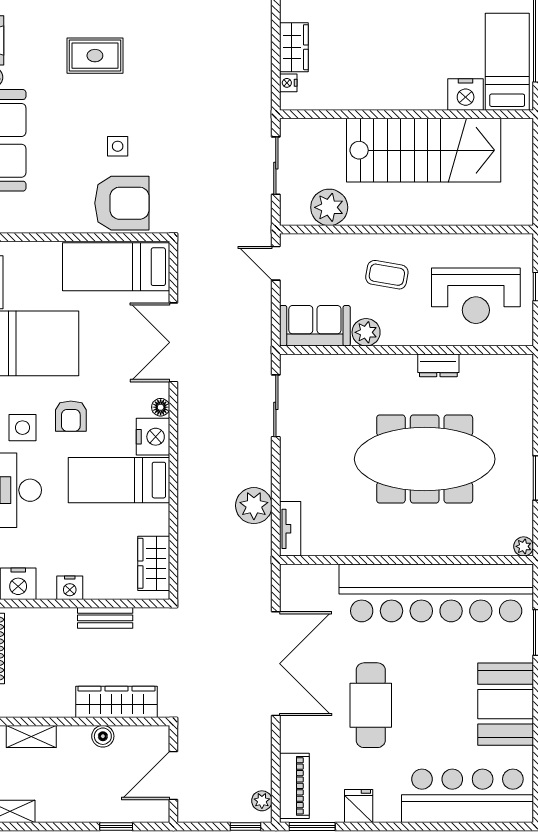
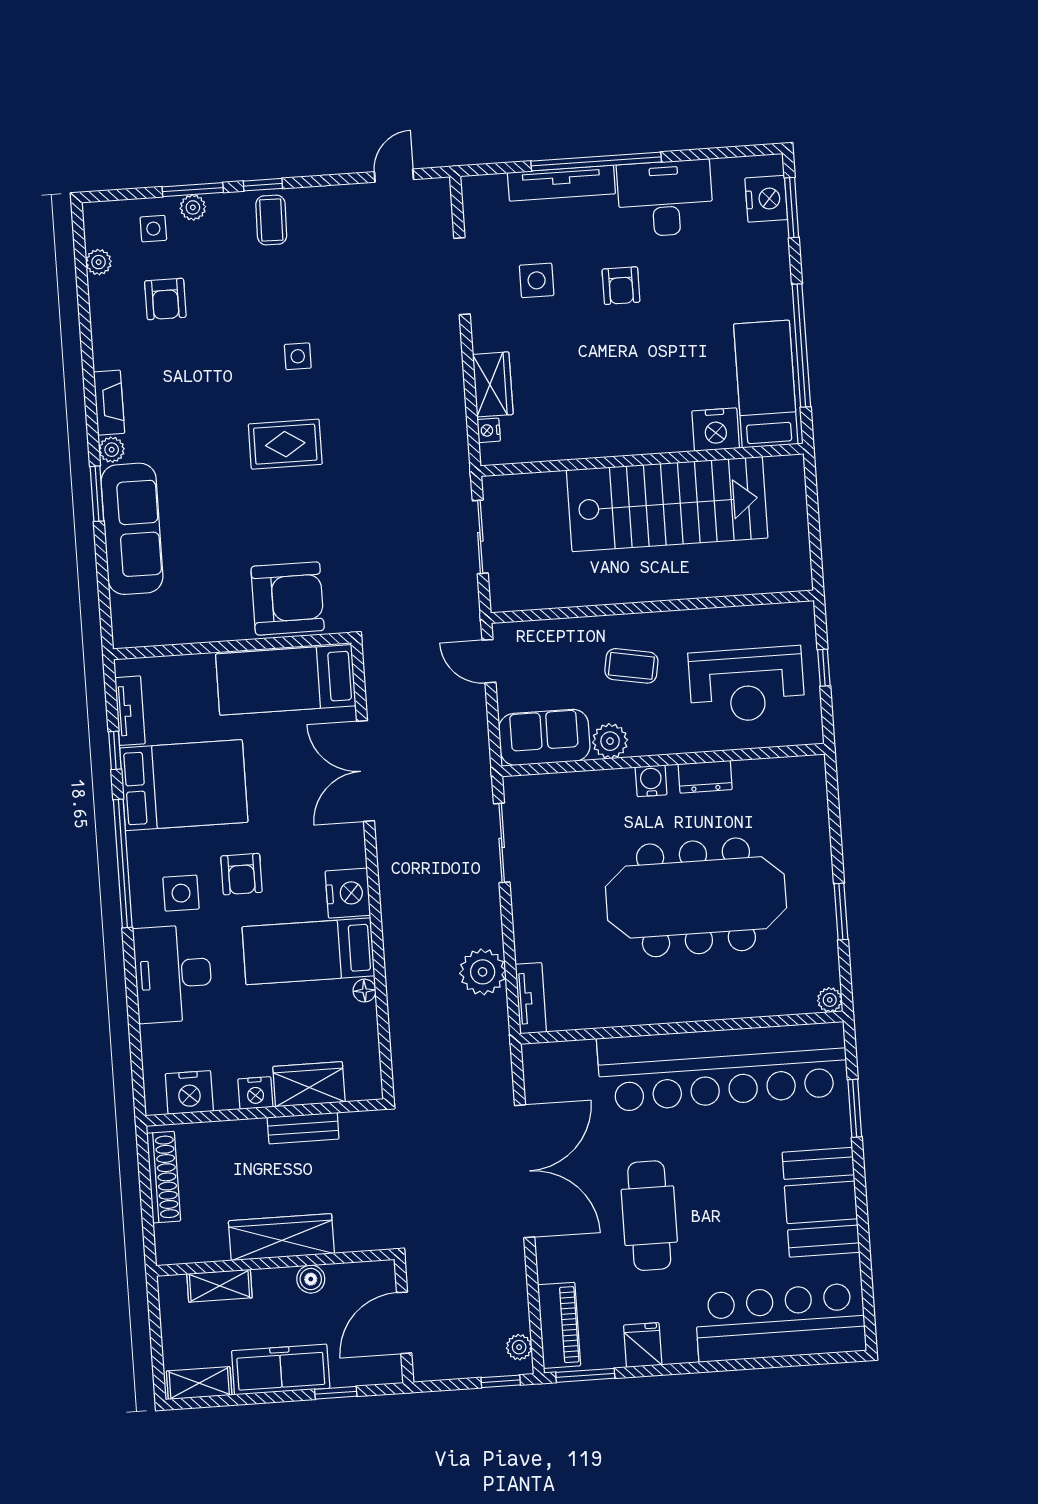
rug: (95, 56) -> (285, 444), moved
side table: (118, 146) -> (298, 356), moved
plant: (329, 207) -> (552, 585), removed
water cooler: (396, 366) -> (651, 781), added
floor lamp: (161, 407) -> (365, 991), moved
wardrobe: (154, 563) -> (309, 1084), moved, turned 90
wardrobe: (116, 702) -> (281, 1237), moved
freezer: (74, 805) -> (281, 1369), added

